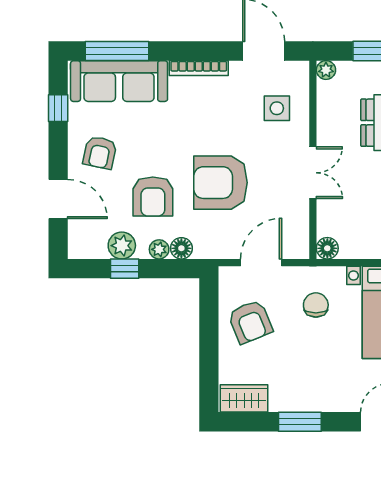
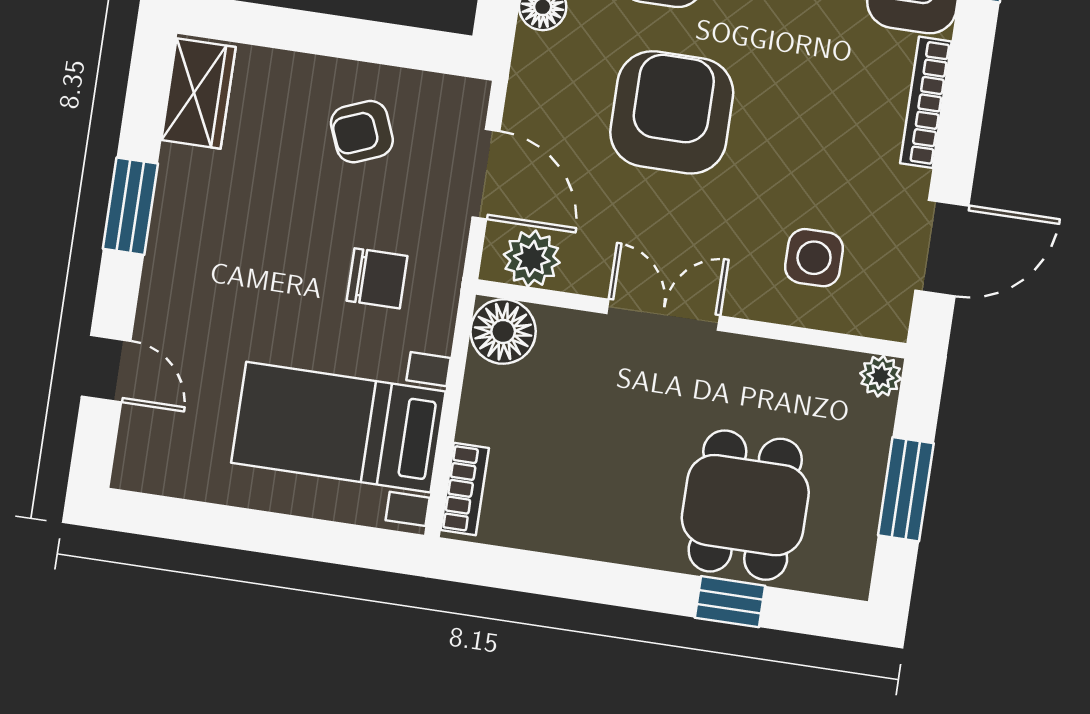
double door: (313, 173) -> (663, 315), swing flipped
plant: (296, 236) -> (532, 258), added
floor lamp: (327, 248) -> (503, 331), width x1.38, depth x1.38
armchair: (250, 322) -> (362, 132), width x0.72, depth x0.72

